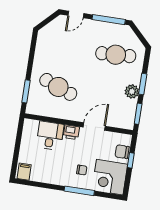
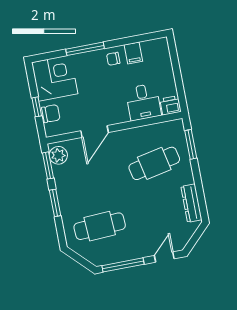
dresser: (41, 47) -> (191, 203), added
cafe table: (58, 87) -> (154, 163), turned -33
plant: (132, 91) -> (58, 155), moved
printer: (71, 132) -> (170, 105), moved
chair: (82, 170) -> (113, 59), moved
filing cabinet: (24, 172) -> (133, 53), moved

